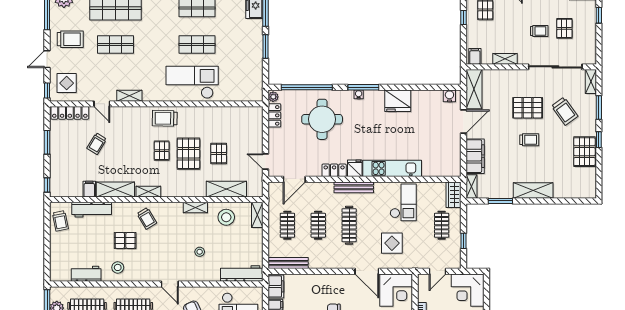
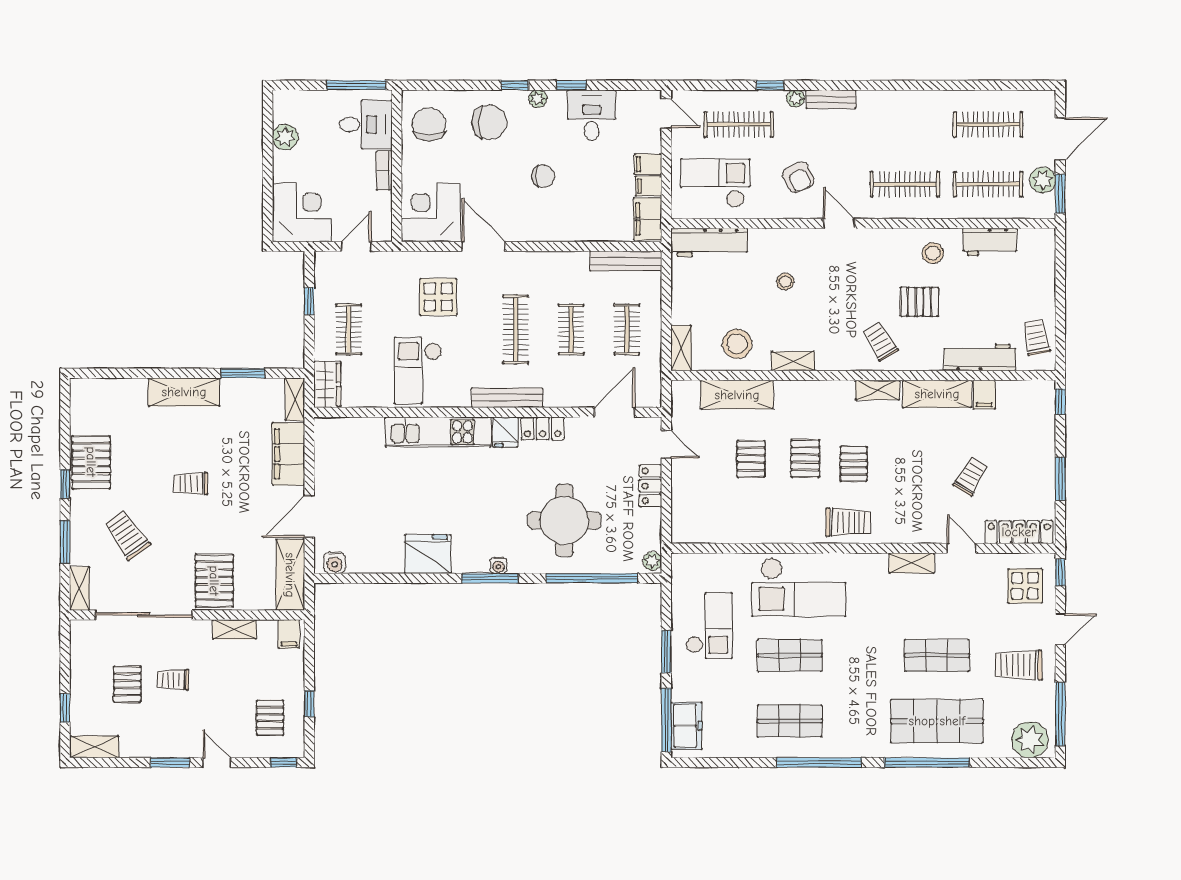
checkout: (242, 61) -> (709, 626), added
pallet: (528, 108) -> (214, 581), moved, turned 90
locker: (274, 115) -> (650, 486), moved
pallet: (188, 154) -> (805, 458), width x0.67, depth x0.71

